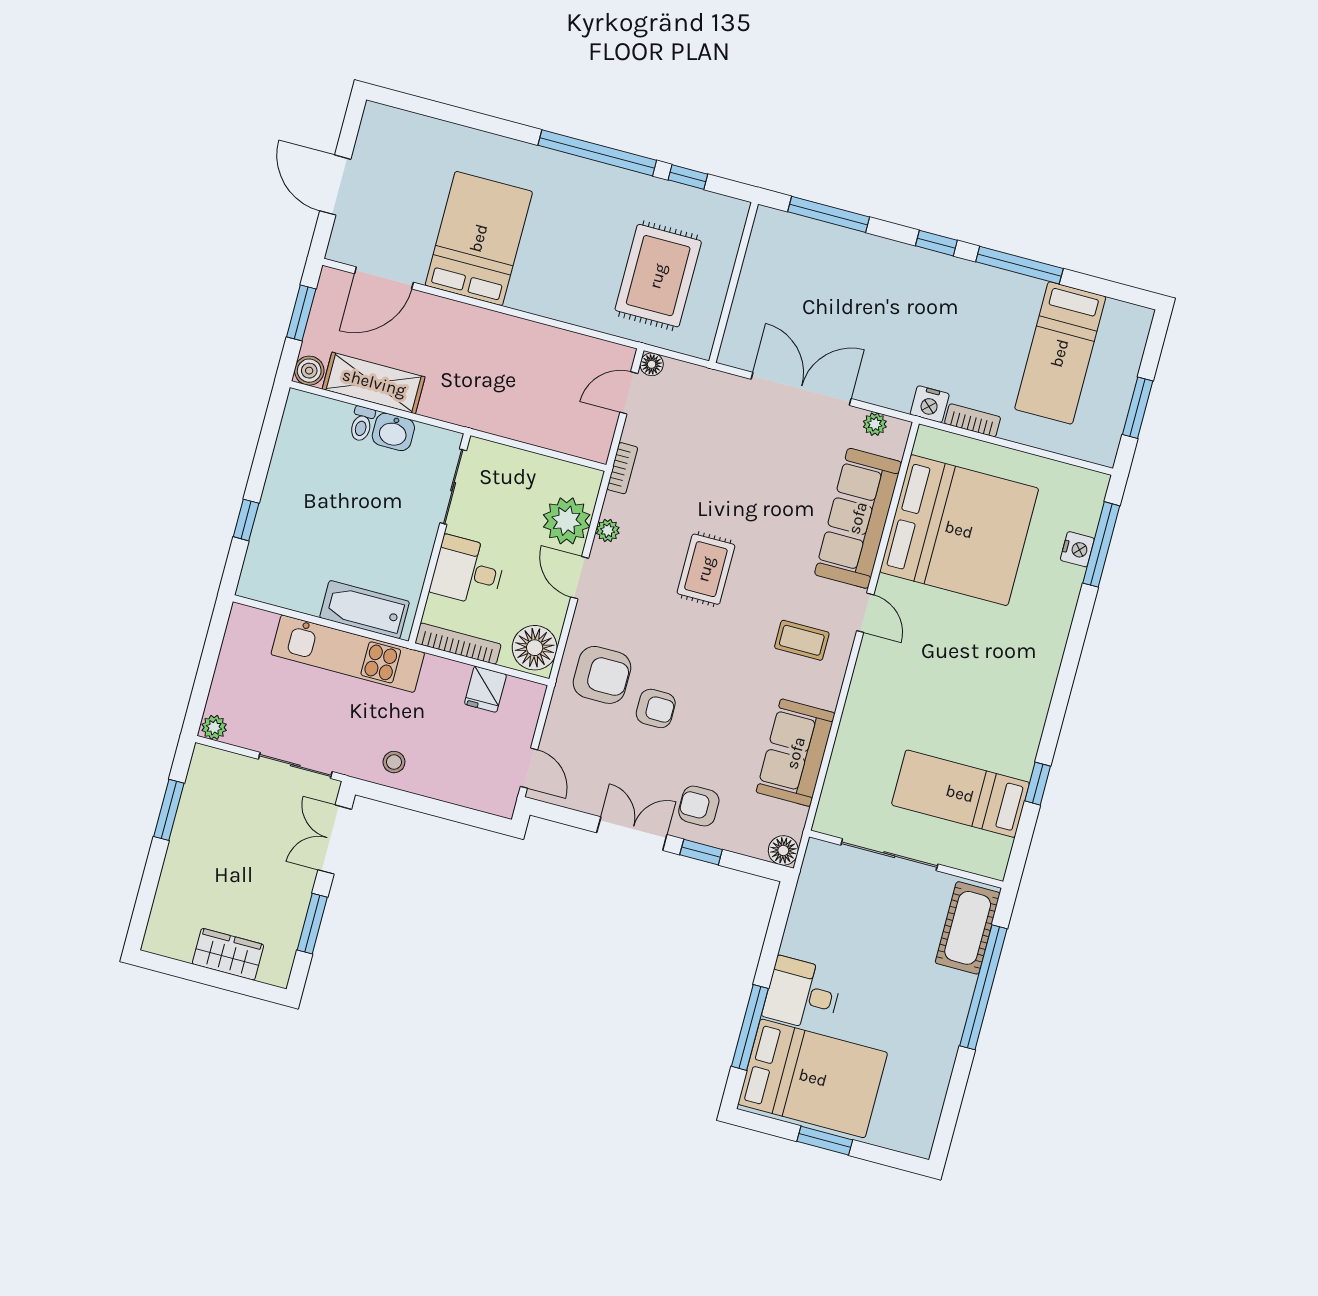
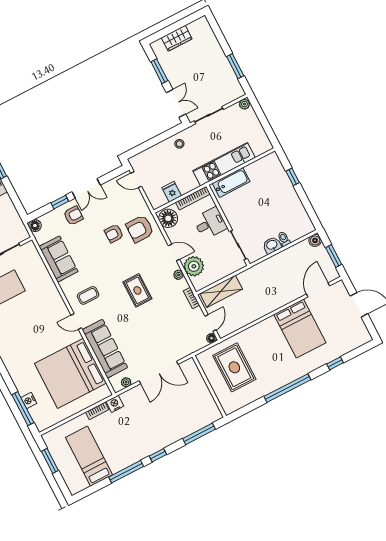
window: (688, 177) -> (335, 363), moved
shelving: (374, 383) -> (221, 291), moved

